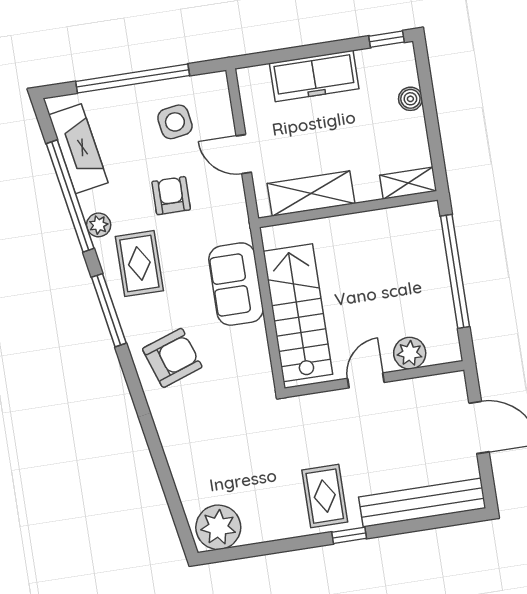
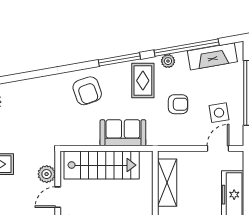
door: (244, 154) -> (218, 148), moved
rug: (139, 264) -> (143, 81), turned 90
door: (366, 380) -> (58, 197), swing flipped
plant: (329, 406) -> (47, 174), added

